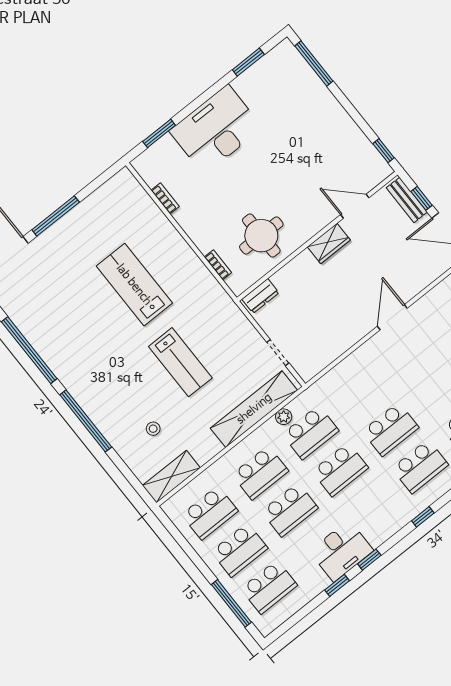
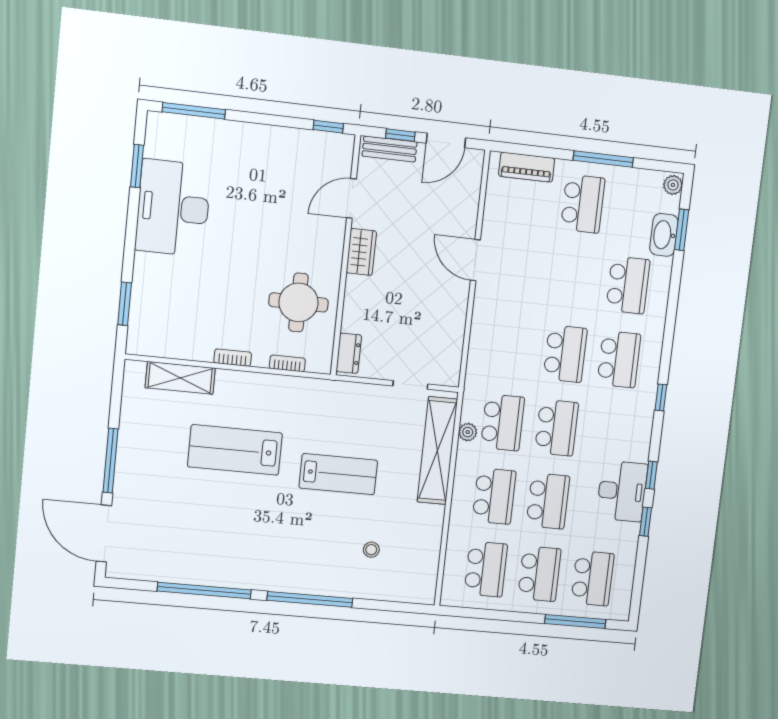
desk: (216, 129) -> (173, 208), moved
bookcase: (165, 198) -> (233, 358), moved
shelving: (171, 477) -> (180, 378), moved, turned 90

